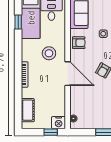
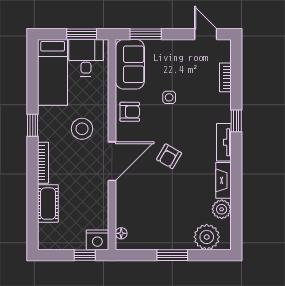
window: (18, 22) -> (33, 125), moved
door: (68, 74) -> (112, 161), hinge flipped
cot: (28, 110) -> (48, 204), moved

